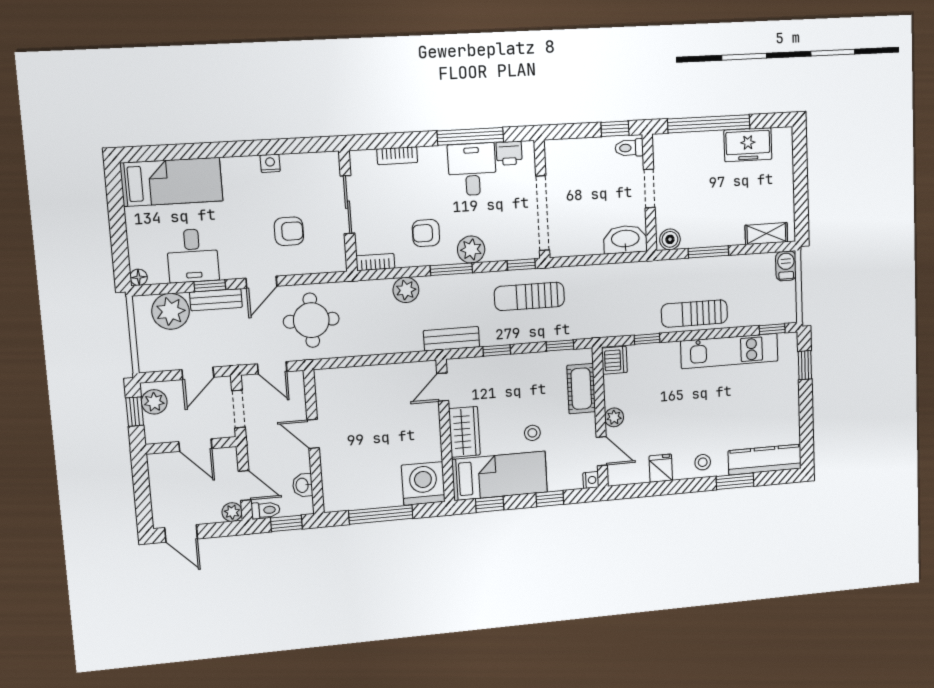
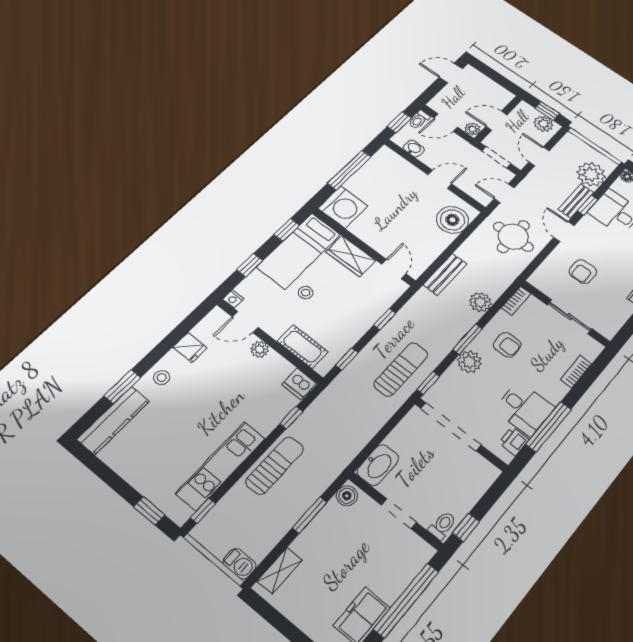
armchair: (426, 233) -> (507, 345), turned 90
bench: (451, 339) -> (445, 274), moved
boiler: (346, 385) -> (452, 220), added
plant: (232, 512) -> (473, 129), moved

